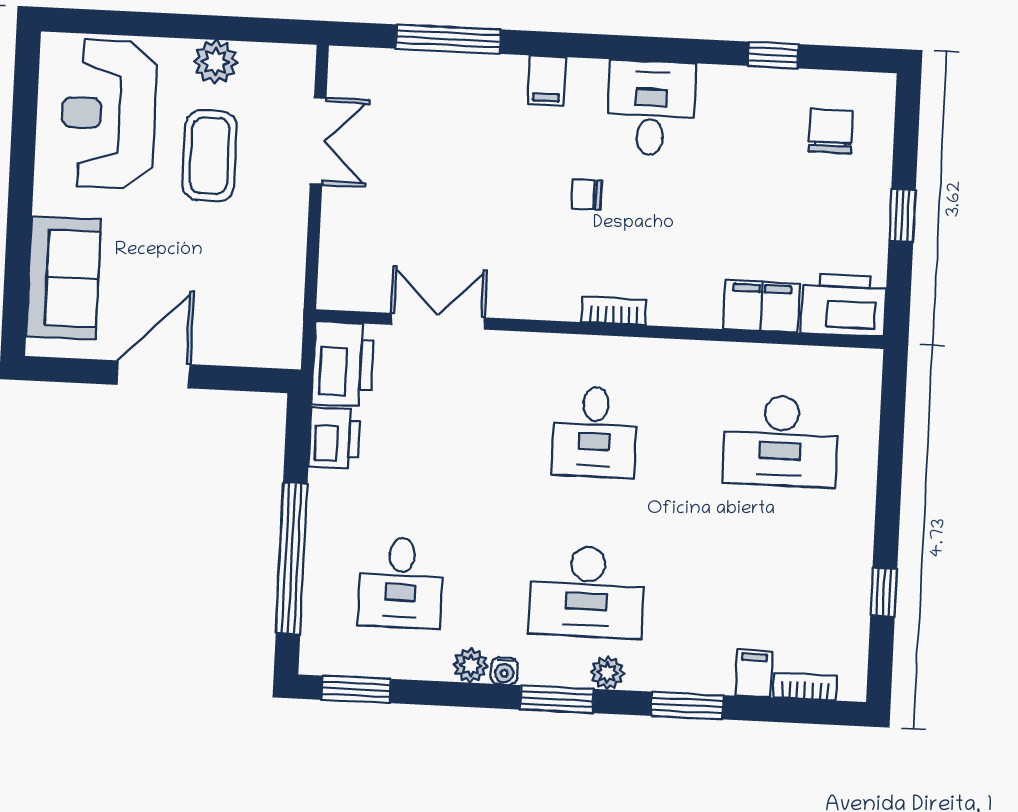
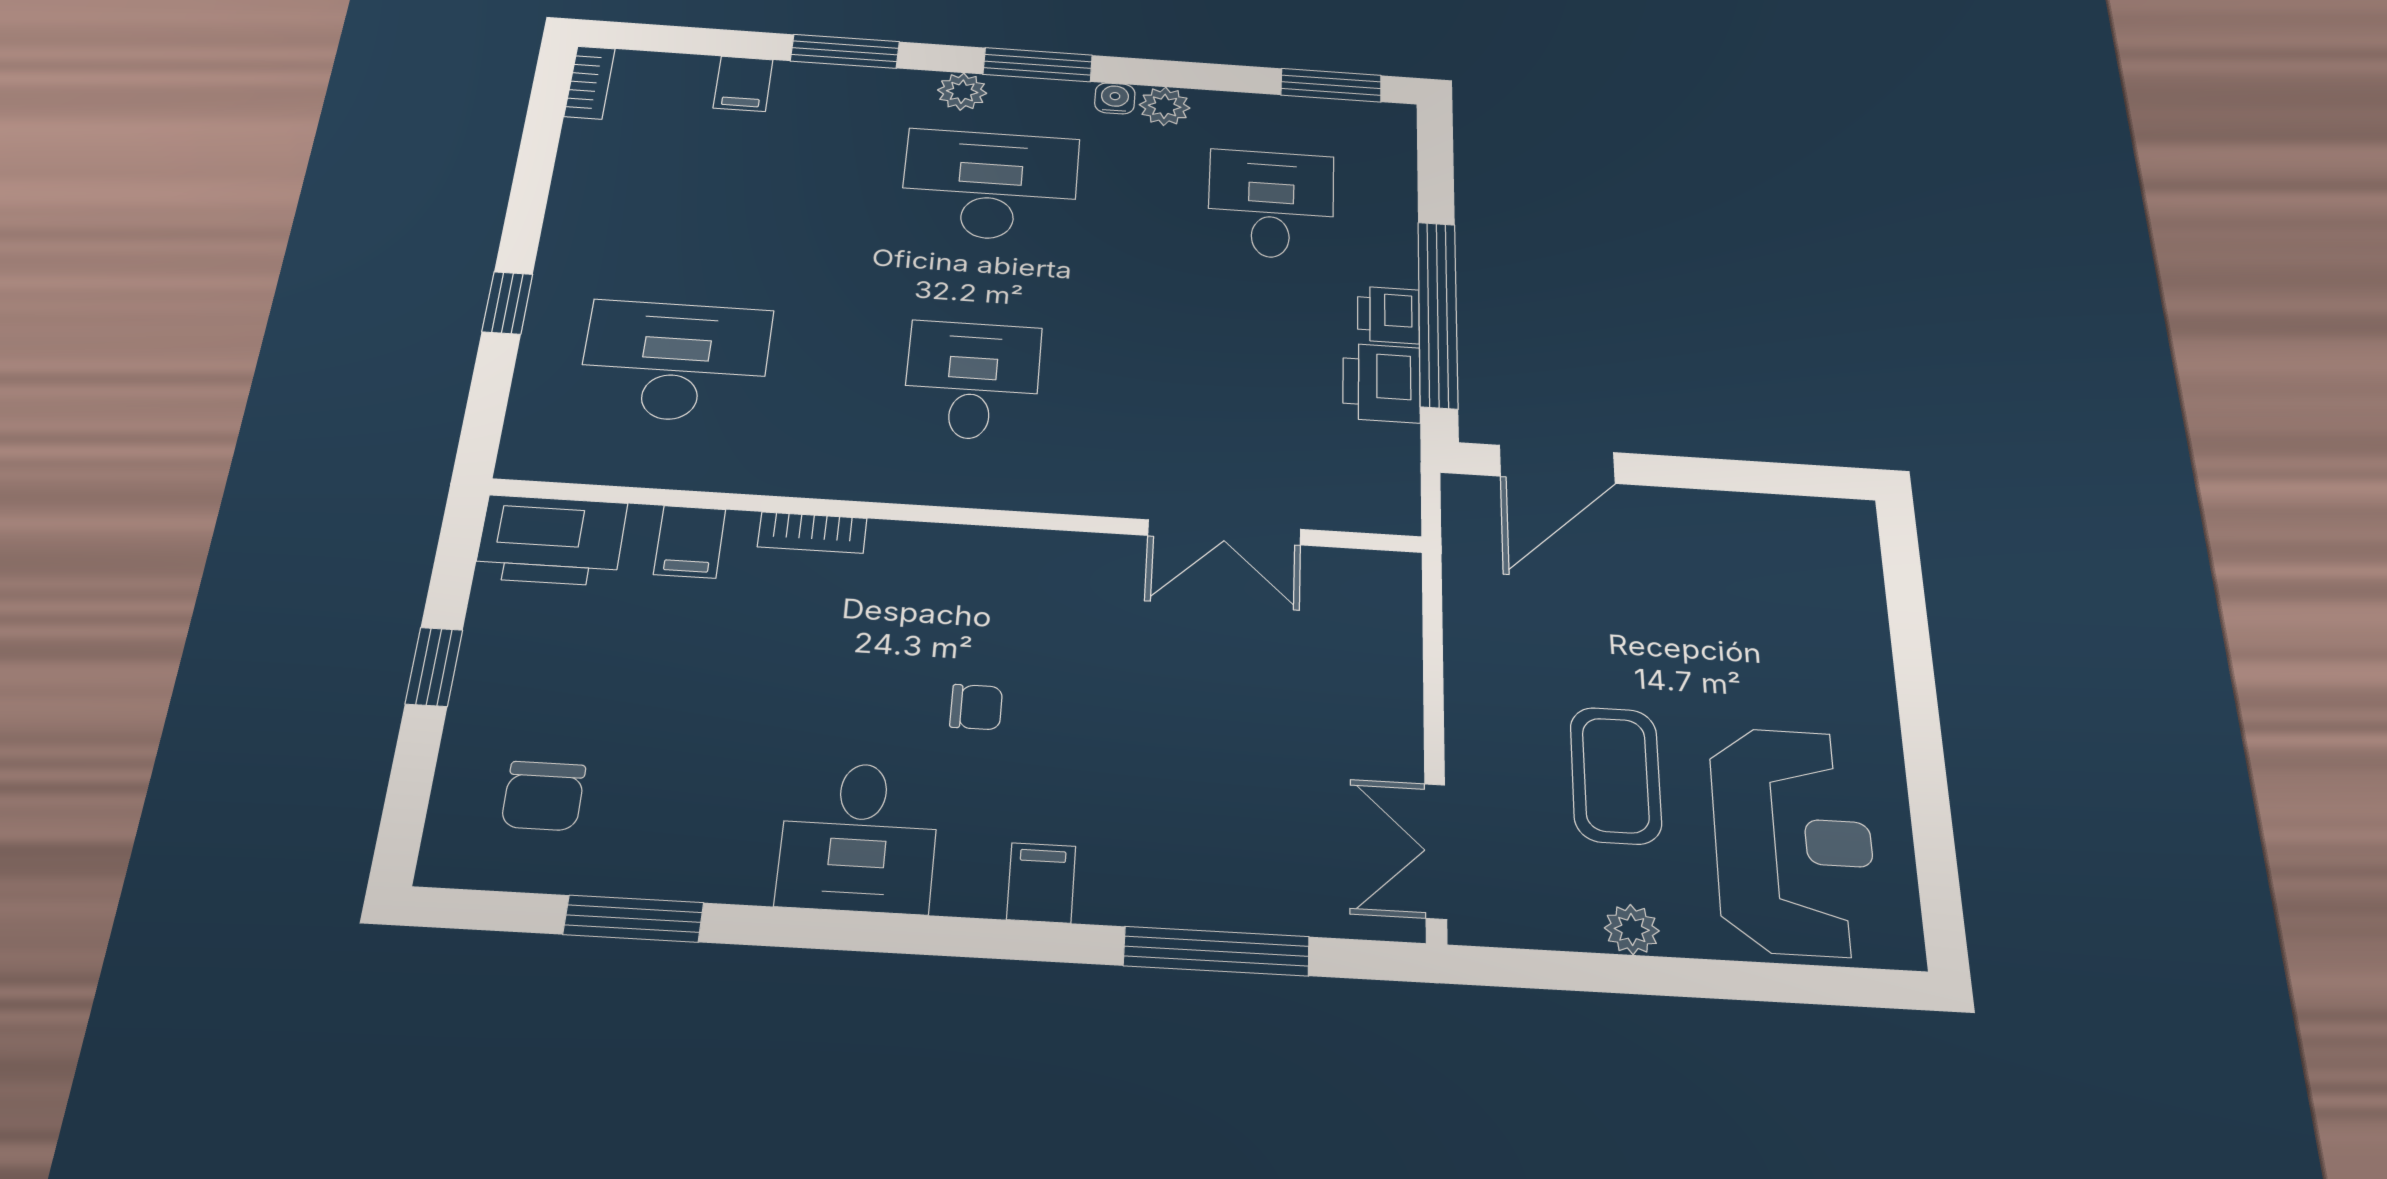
window: (773, 55) -> (633, 919), width x1.50
plant: (216, 62) -> (1632, 929), width x0.73, depth x0.73
double door: (318, 141) -> (1435, 851), moved
sofa: (64, 278) -> (1832, 604), removed
filing cabinet: (761, 306) -> (690, 542), width x0.50
bookcase: (614, 311) -> (812, 533), moved
printer: (343, 364) -> (1388, 315), moved, width x0.53, depth x0.68
door: (153, 374) -> (1557, 464), moved
window: (292, 558) -> (1438, 314), moved
window: (884, 592) -> (507, 303), moved
bookcase: (805, 687) -> (590, 82), moved, turned -90

